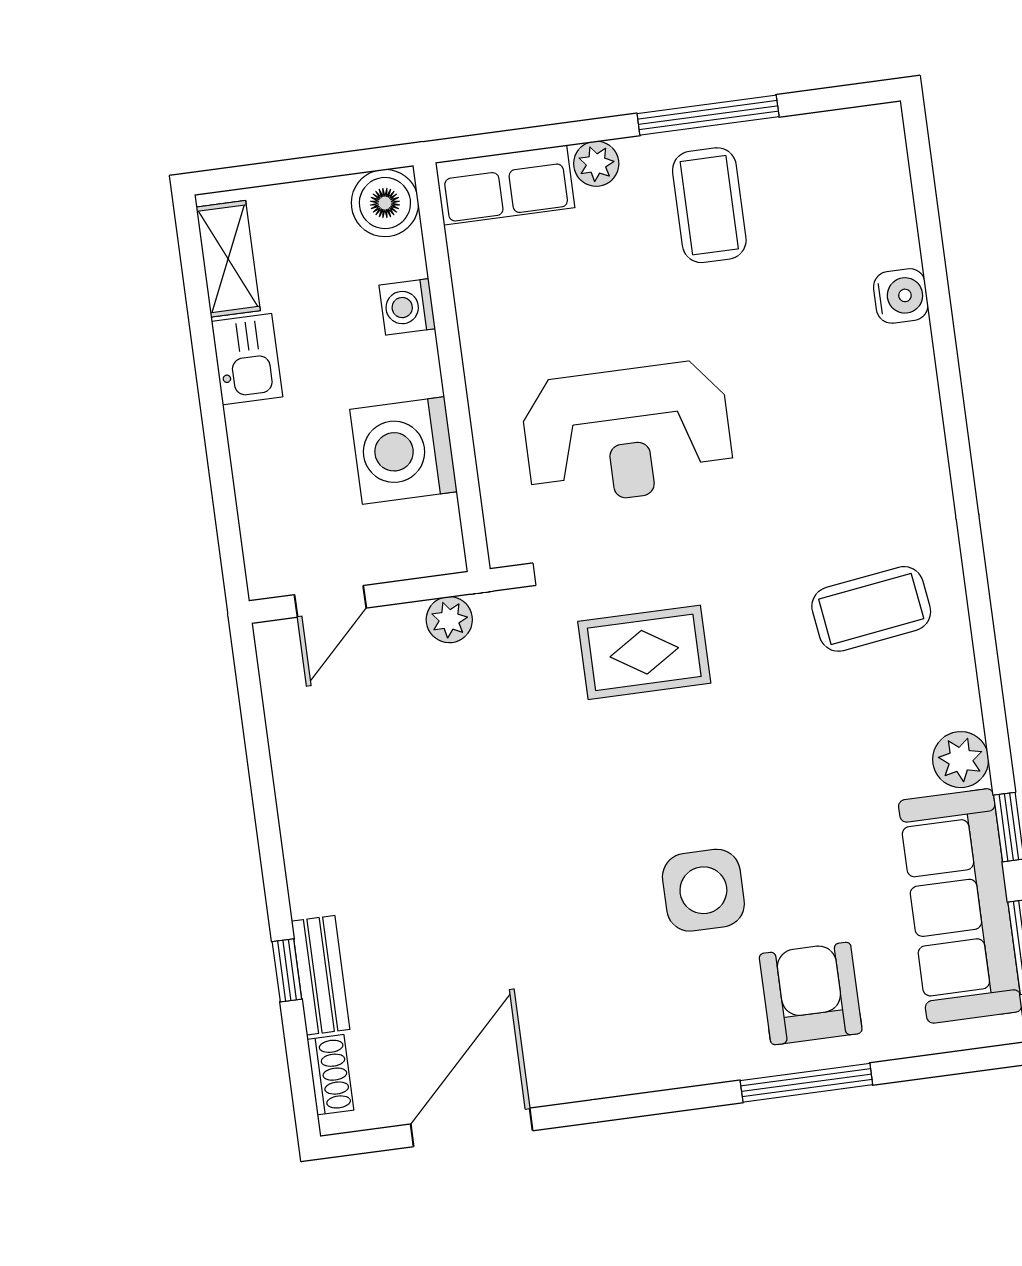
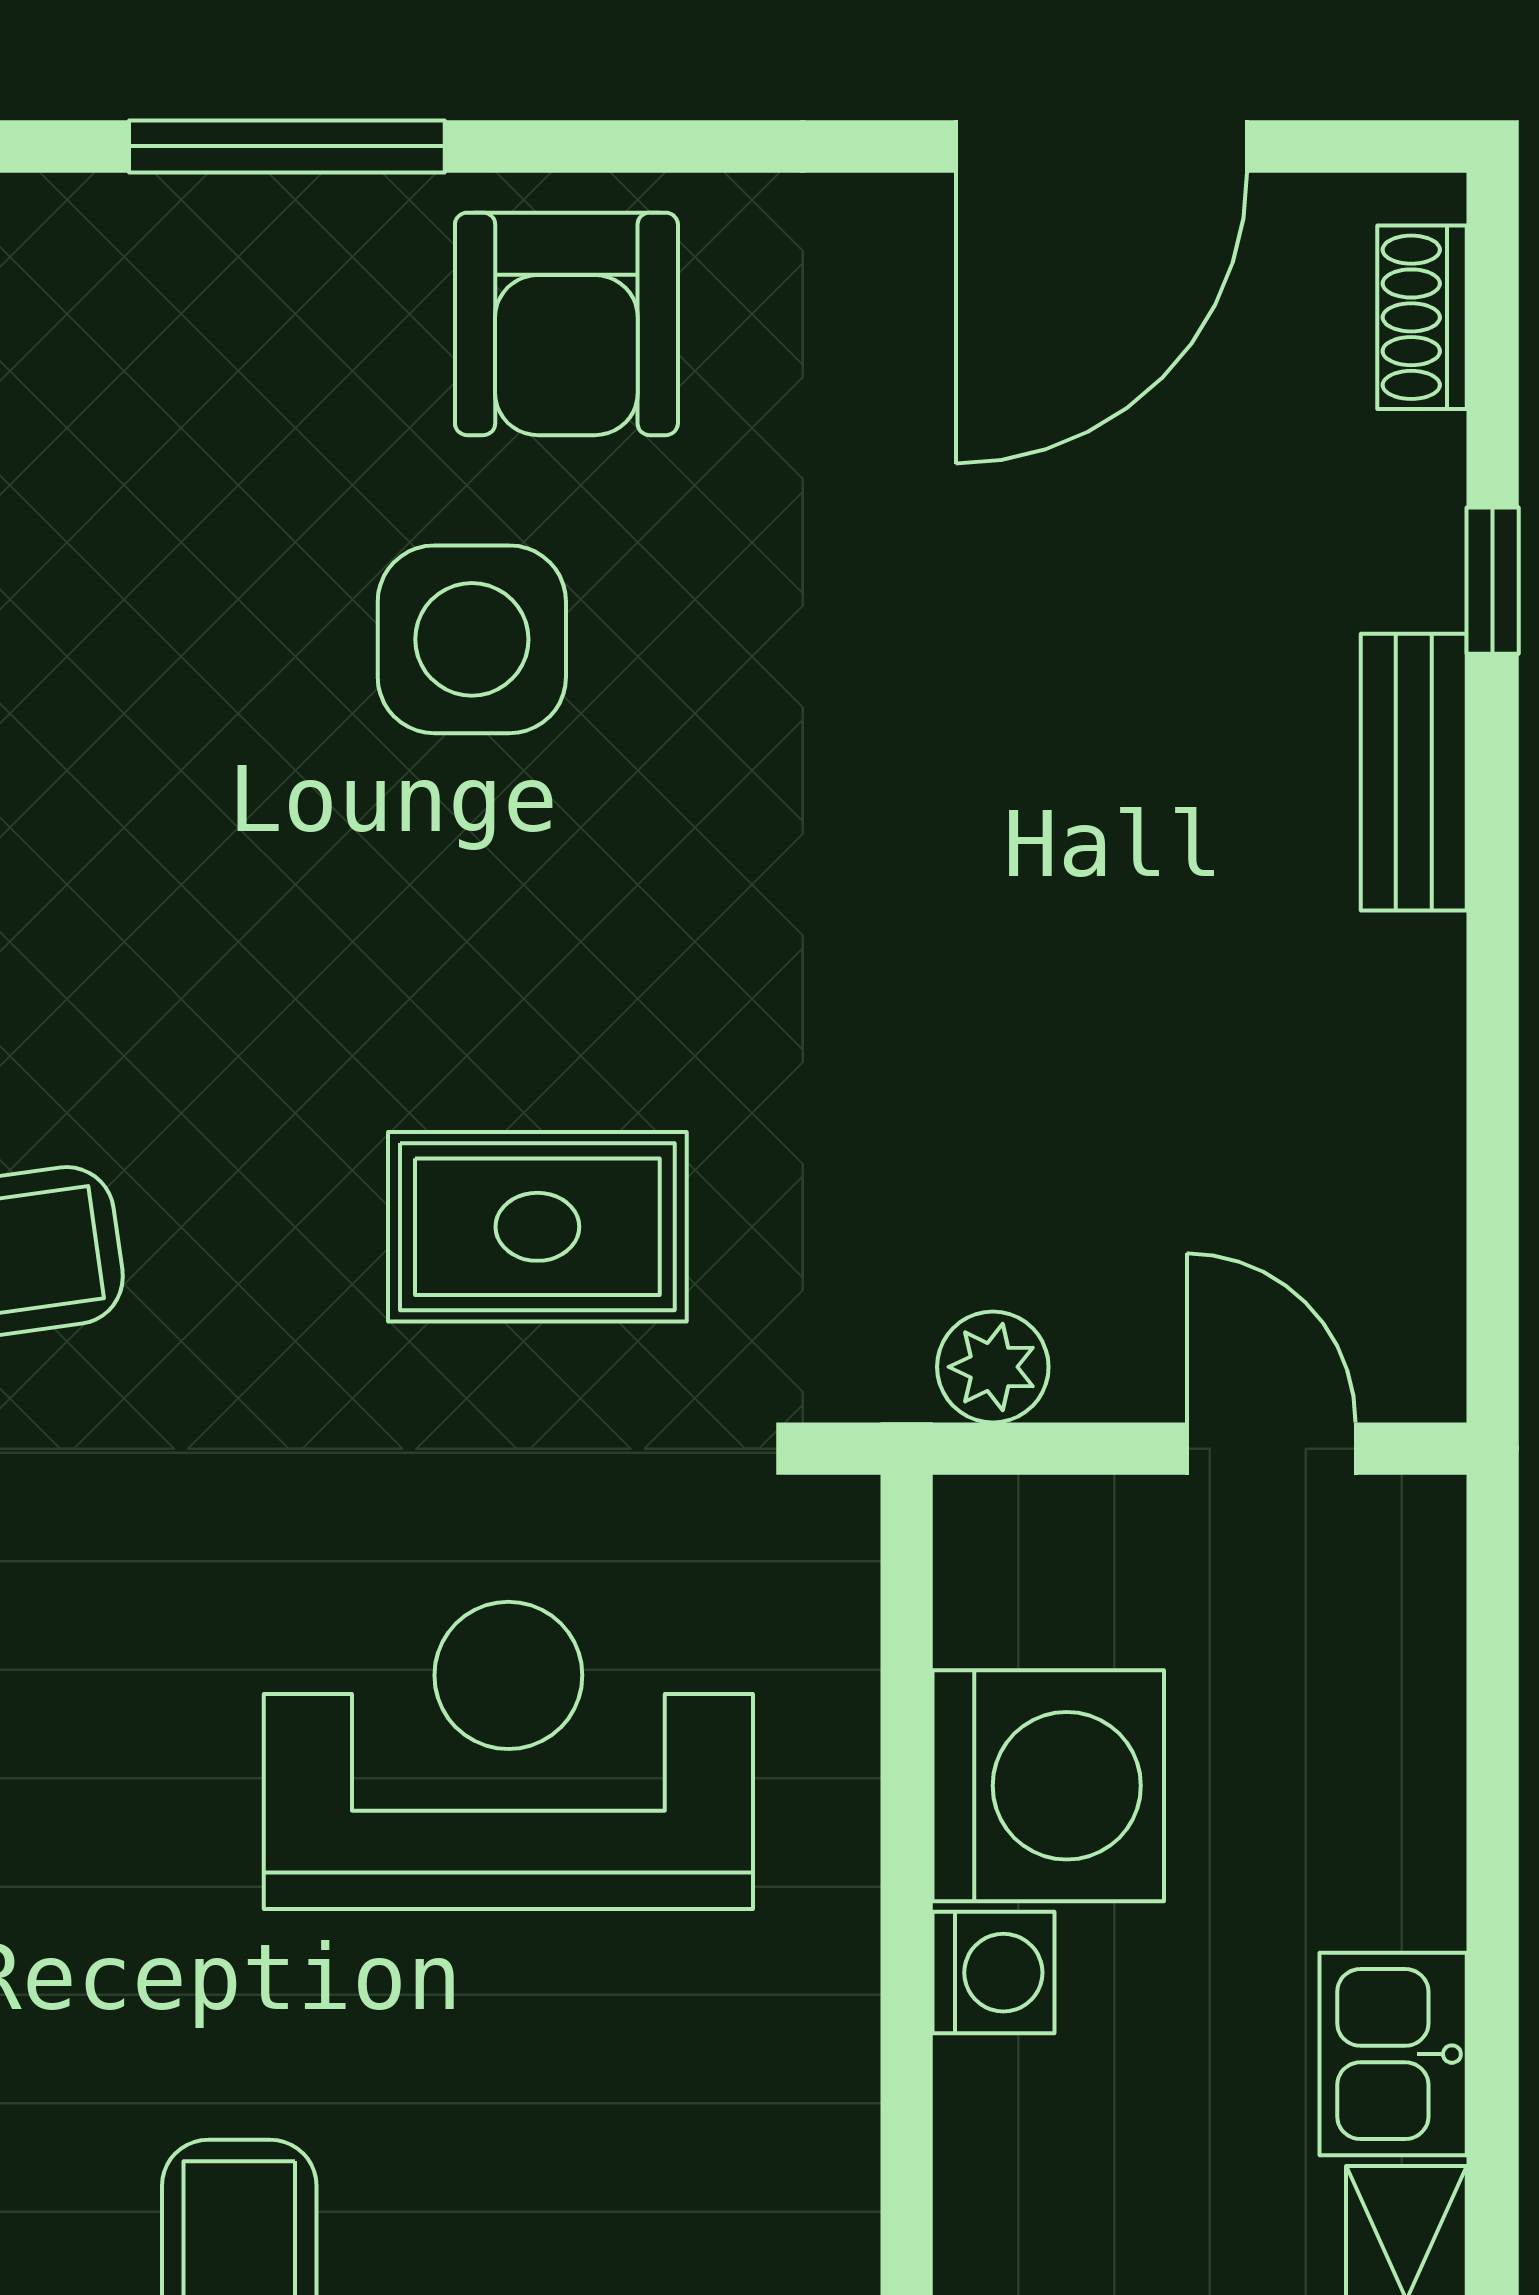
washing machine: (407, 307) -> (994, 1973), moved
door: (330, 601) -> (1271, 1449), hinge flipped
bench: (321, 975) -> (1414, 772), moved
armchair: (811, 993) -> (566, 324), moved

